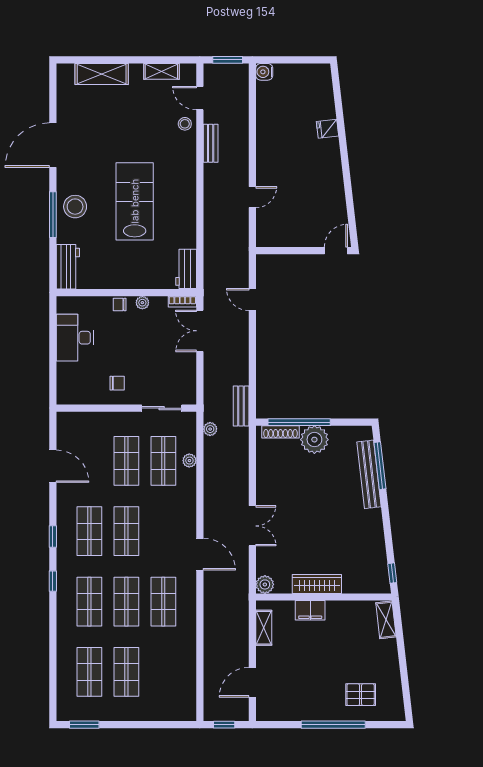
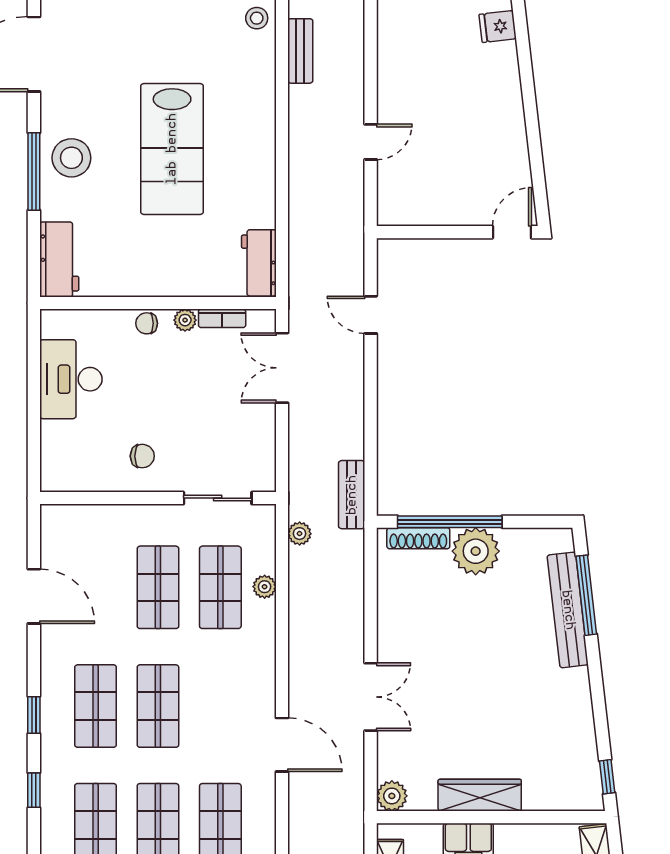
lab bench: (135, 201) -> (172, 149), turned 180
bookcase: (182, 302) -> (222, 318), moved

